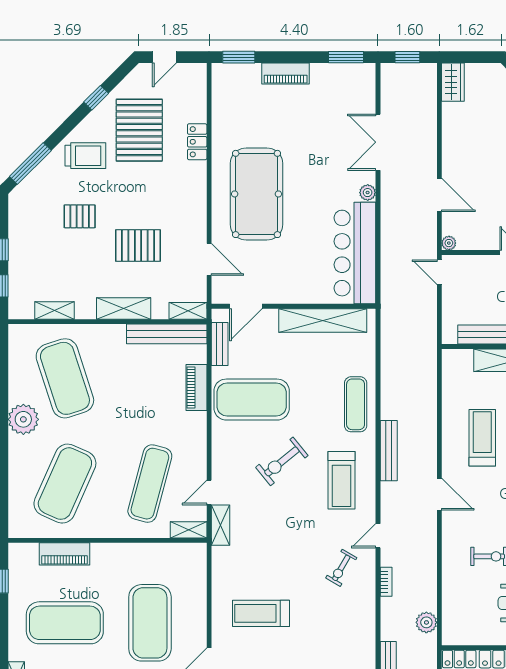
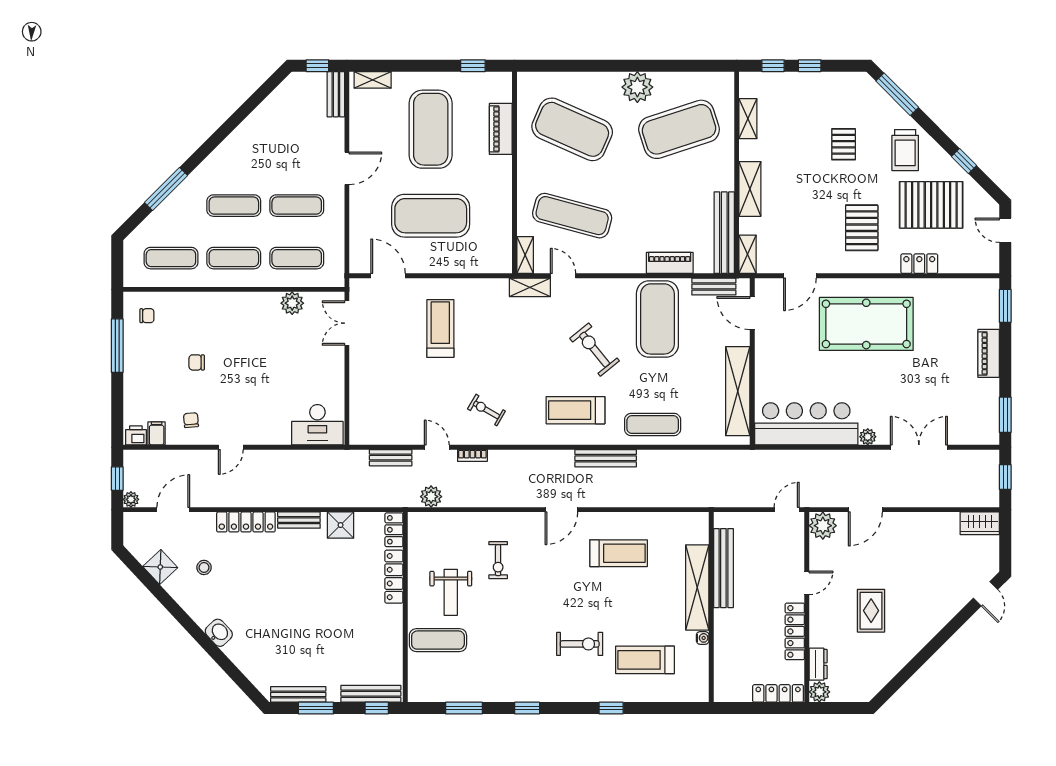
plant: (449, 243) -> (823, 526), width x1.88, depth x1.88
pallet: (138, 246) -> (862, 228), moved
door: (378, 536) -> (437, 447), moved

